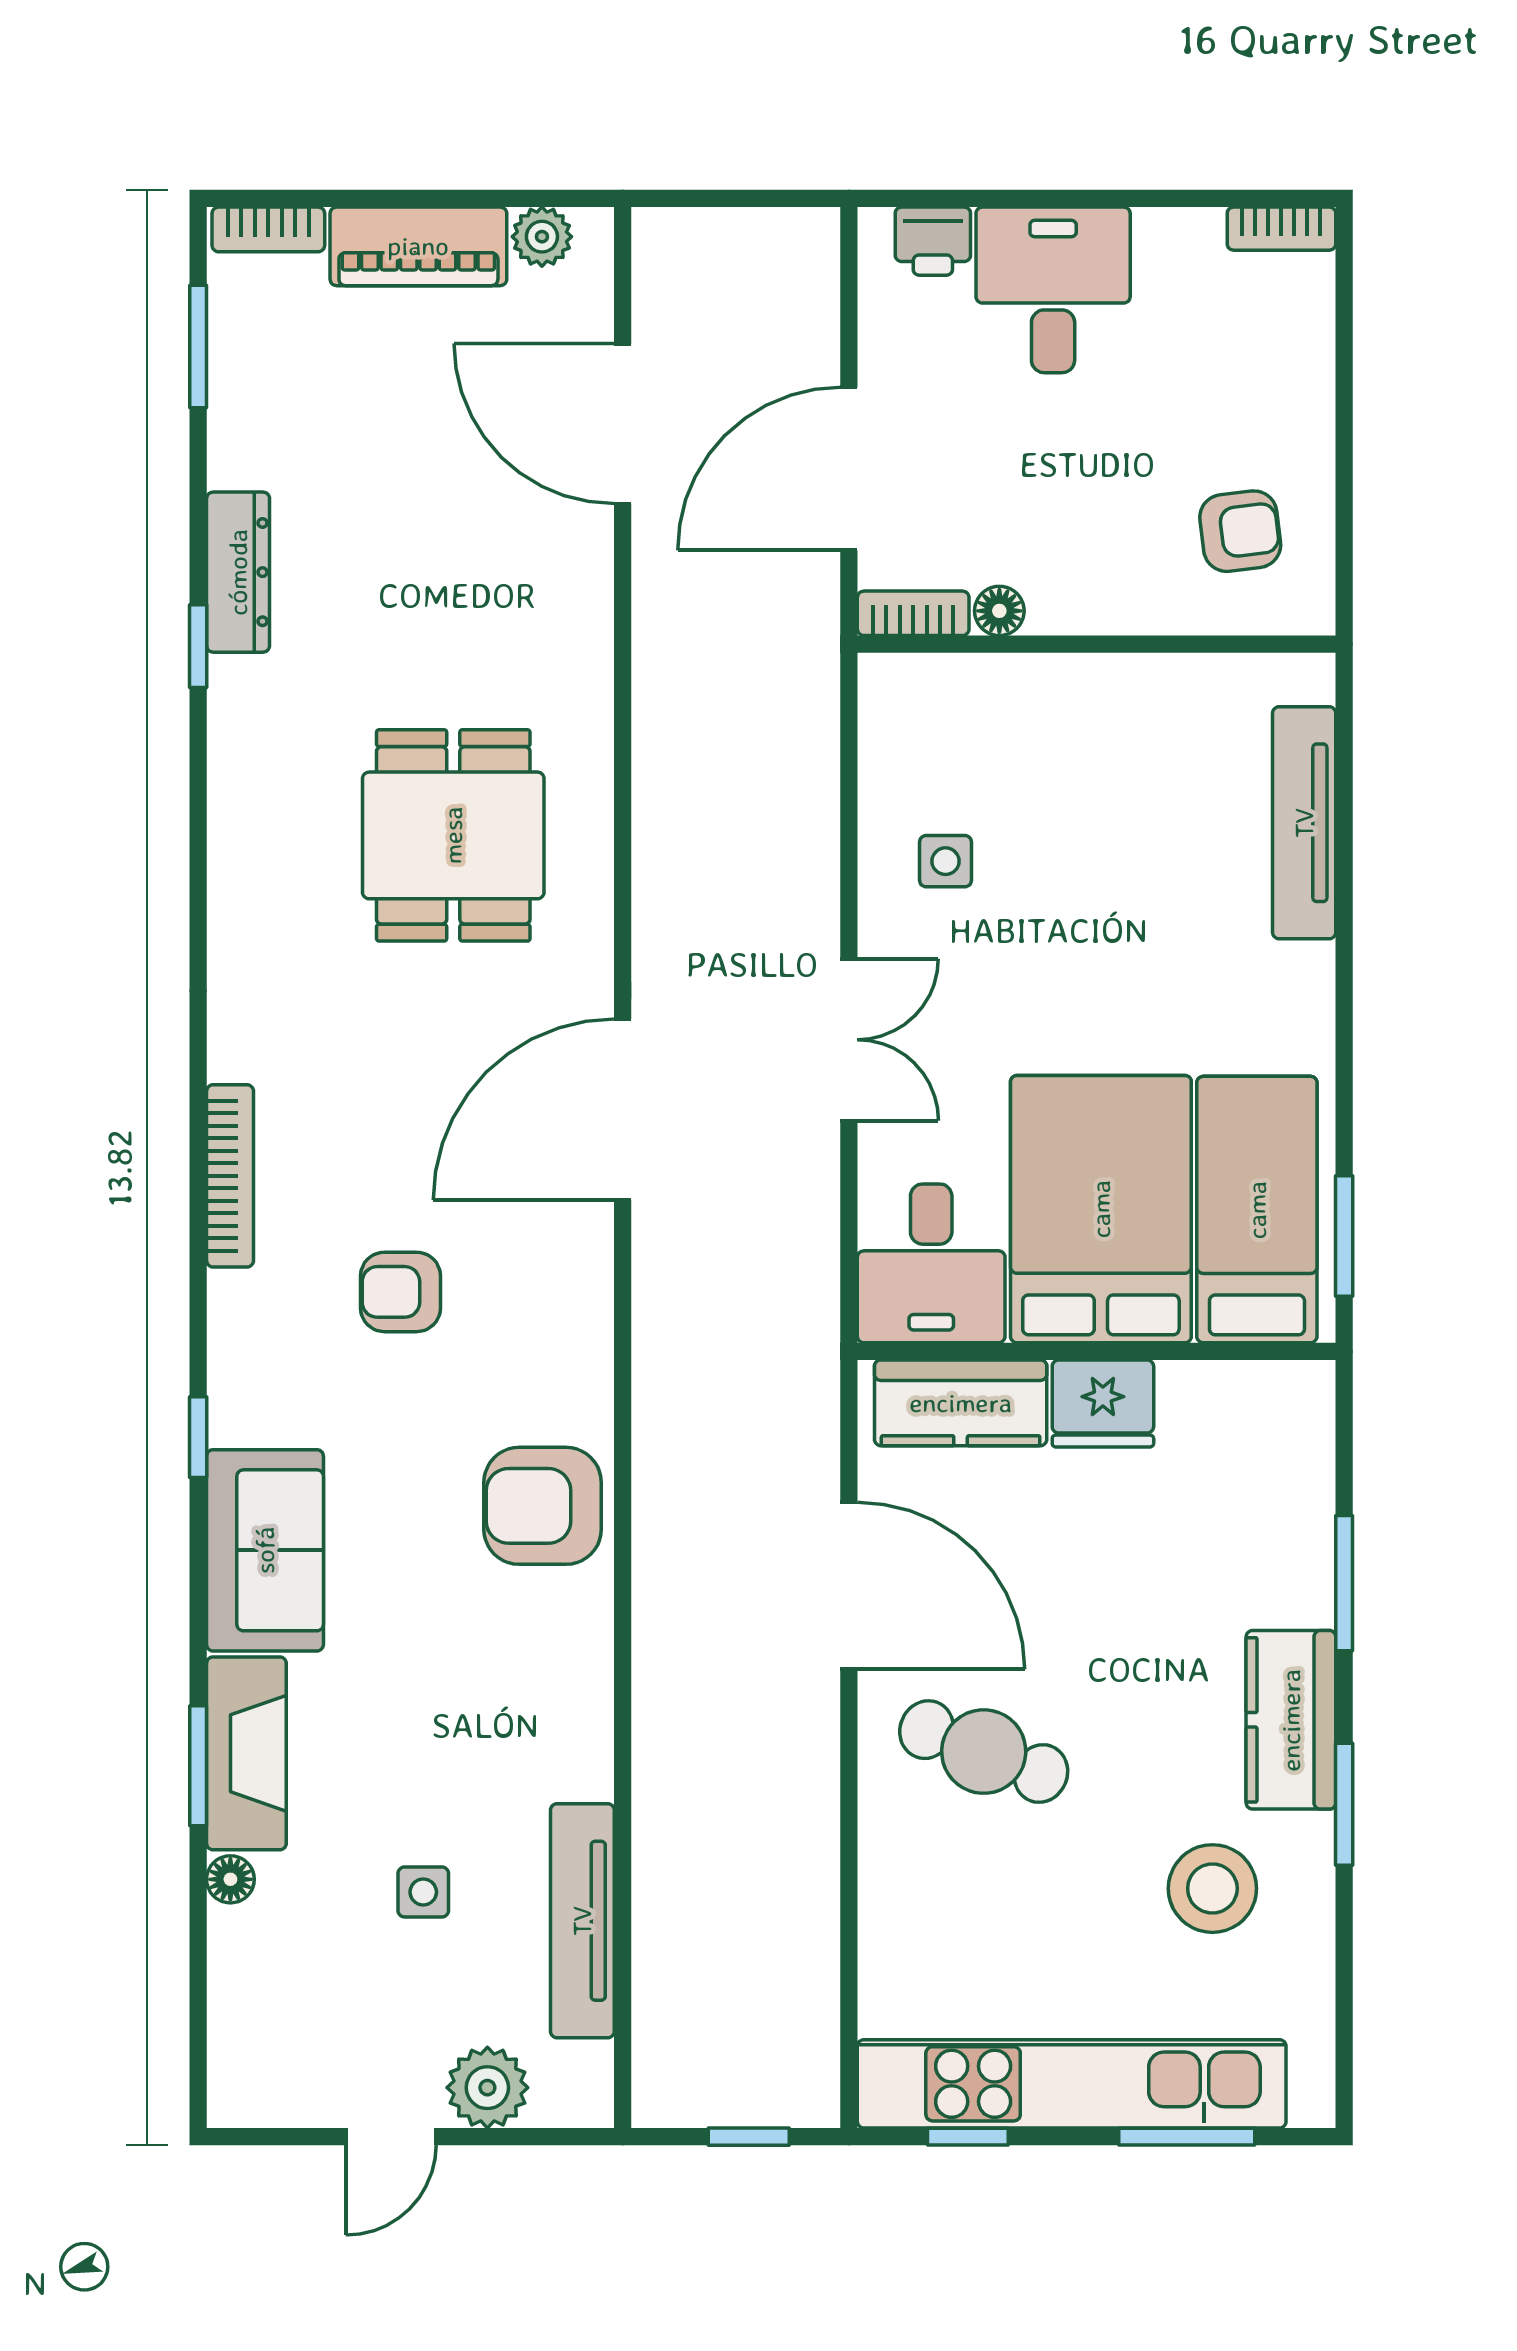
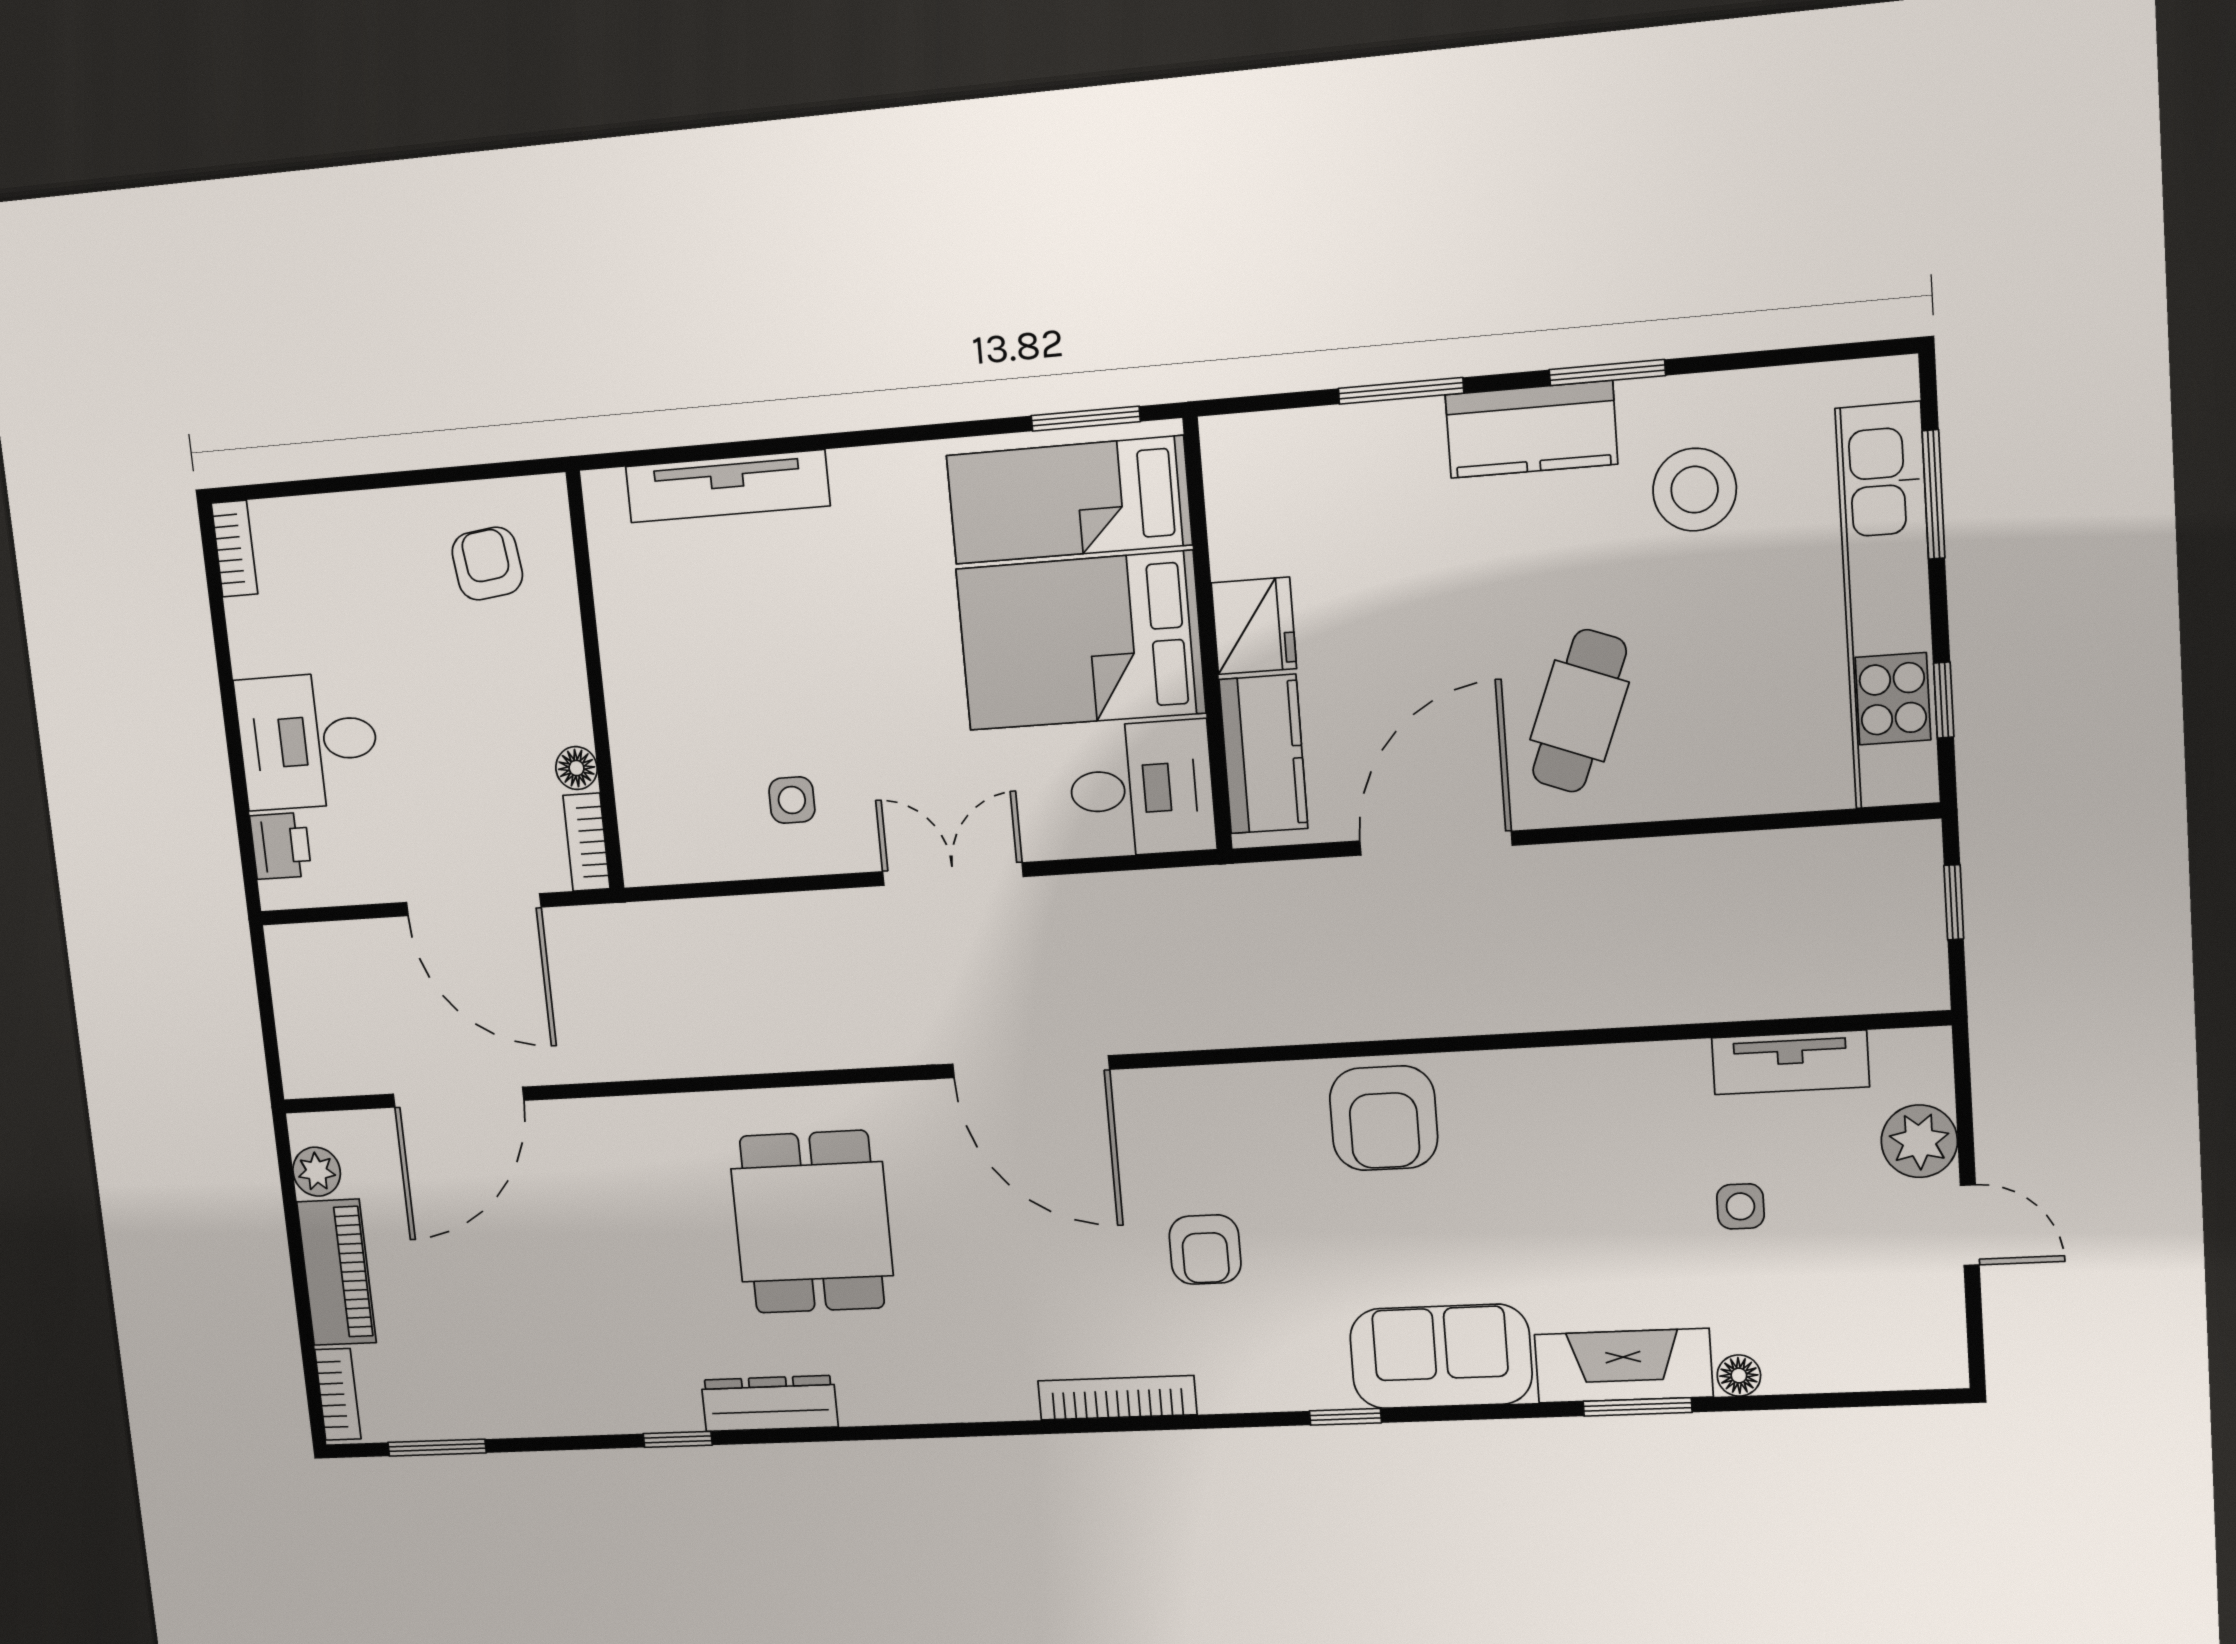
dresser: (238, 572) -> (770, 1403), moved
dining table: (453, 835) -> (812, 1222), turned 90
tv unit: (582, 1921) -> (1790, 1062), width x0.71

